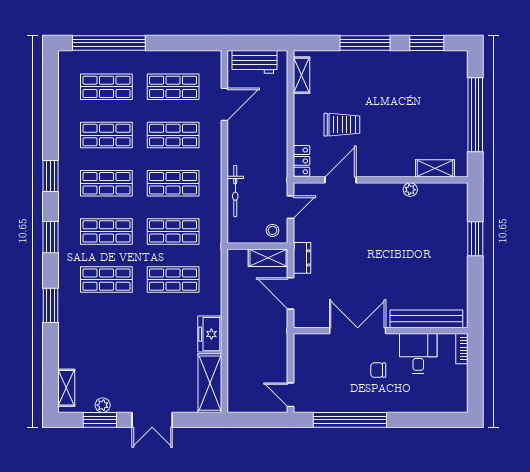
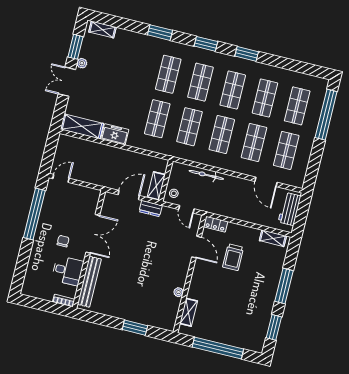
plant: (103, 405) -> (82, 63), moved

